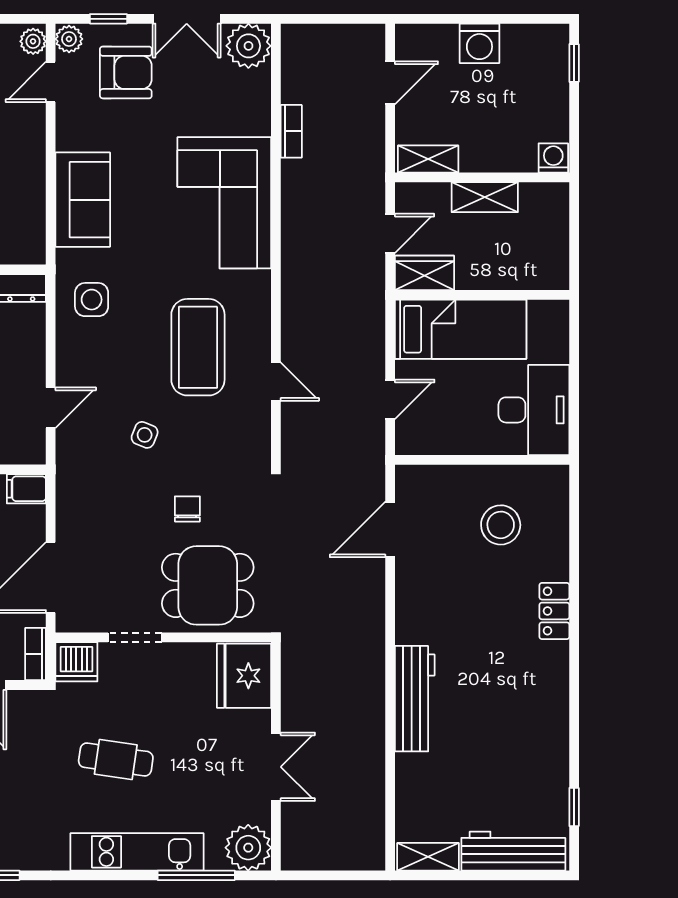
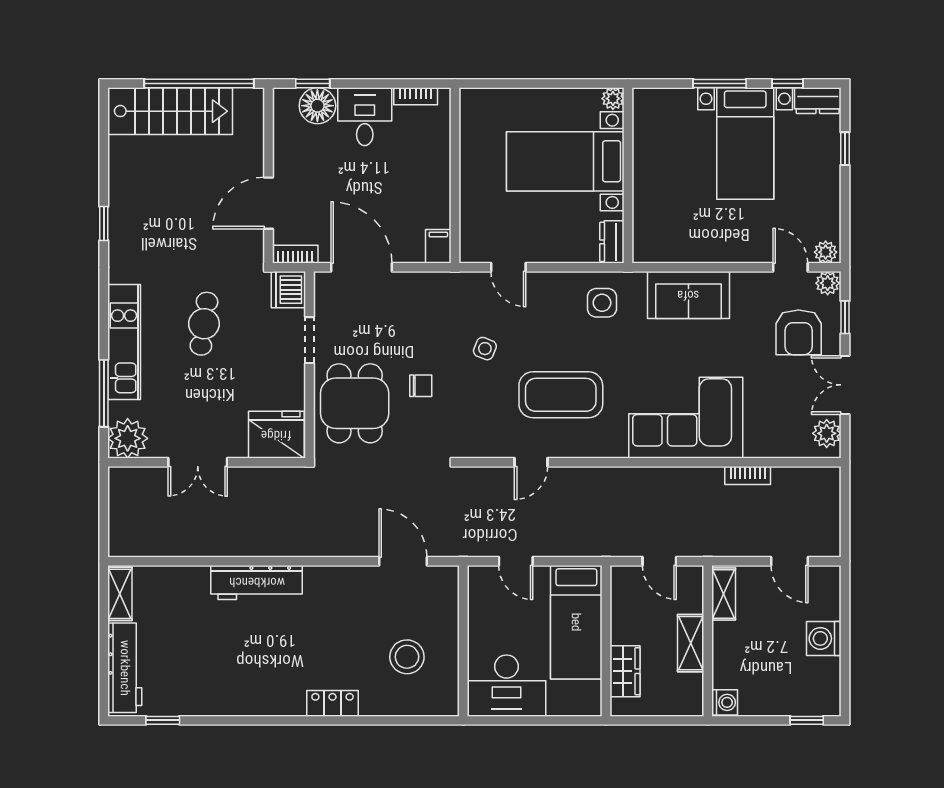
plant: (248, 46) -> (827, 433), width x0.73, depth x0.73
wardrobe: (424, 273) -> (625, 671), moved

